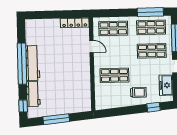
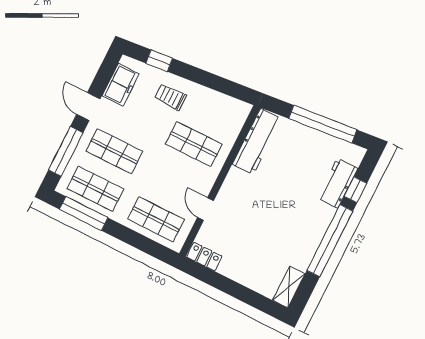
locker: (75, 23) -> (204, 257), width x0.66
shelving: (30, 30) -> (289, 287), added
workbench: (33, 63) -> (257, 142), moved, turned 180
window: (23, 106) -> (355, 190), moved
window: (56, 119) -> (323, 124), width x1.46

